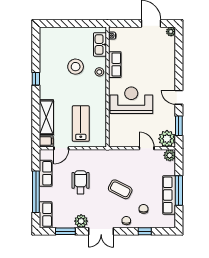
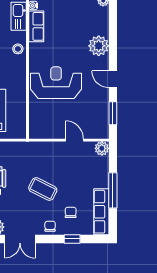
row of seats: (115, 65) -> (36, 26), moved
plant: (167, 139) -> (99, 46), moved
row of seats: (169, 195) -> (101, 212), moved

